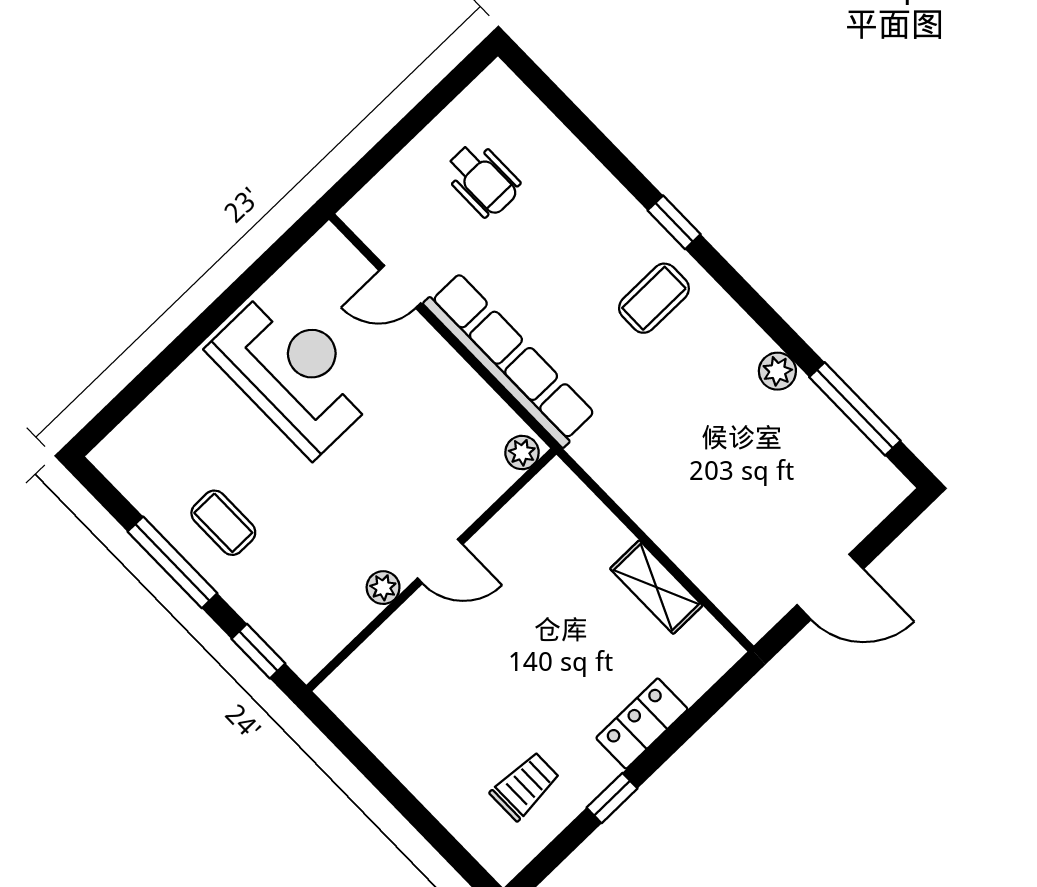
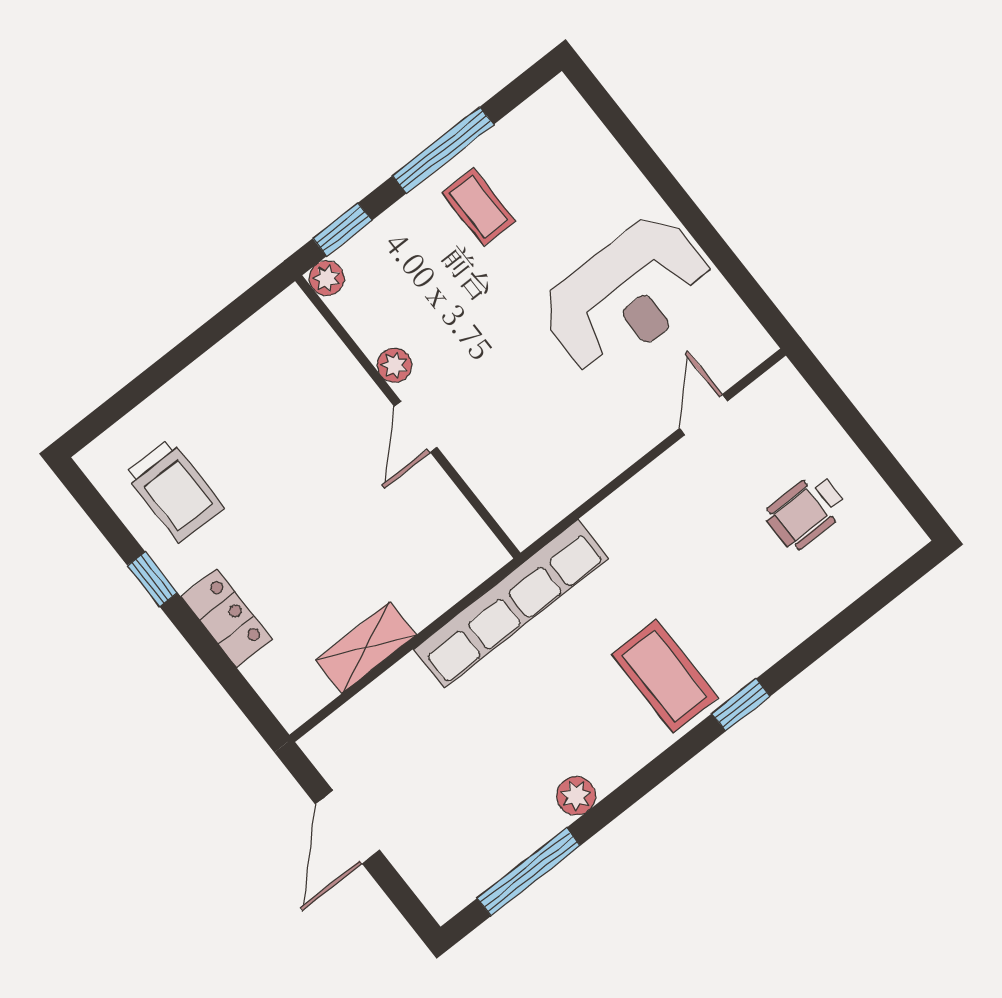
coffee table: (654, 298) -> (665, 676), width x1.36, depth x1.30
row of seats: (510, 359) -> (511, 604), moved
plant: (522, 453) -> (327, 278), moved
coffee table: (223, 523) -> (479, 207), turned 90
trolley: (525, 786) -> (174, 491), width x1.36, depth x1.39

